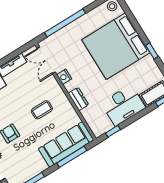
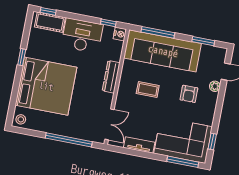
nightstand: (64, 77) -> (120, 34), moved
dresser: (78, 99) -> (111, 77), width x1.44
sofa: (66, 144) -> (163, 51), width x1.36, depth x1.27

